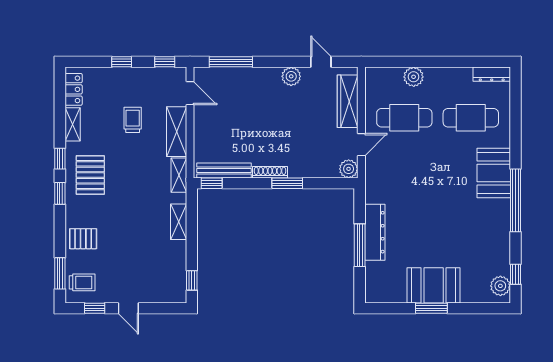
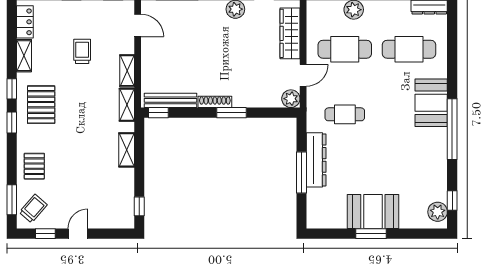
shelving: (177, 132) -> (127, 71), width x0.67, depth x0.75
cafe table: (404, 185) -> (345, 114), added
pallet: (83, 239) -> (34, 166), turned 90
trolley: (82, 282) -> (33, 208), turned -49
door: (128, 308) -> (78, 234), swing flipped

